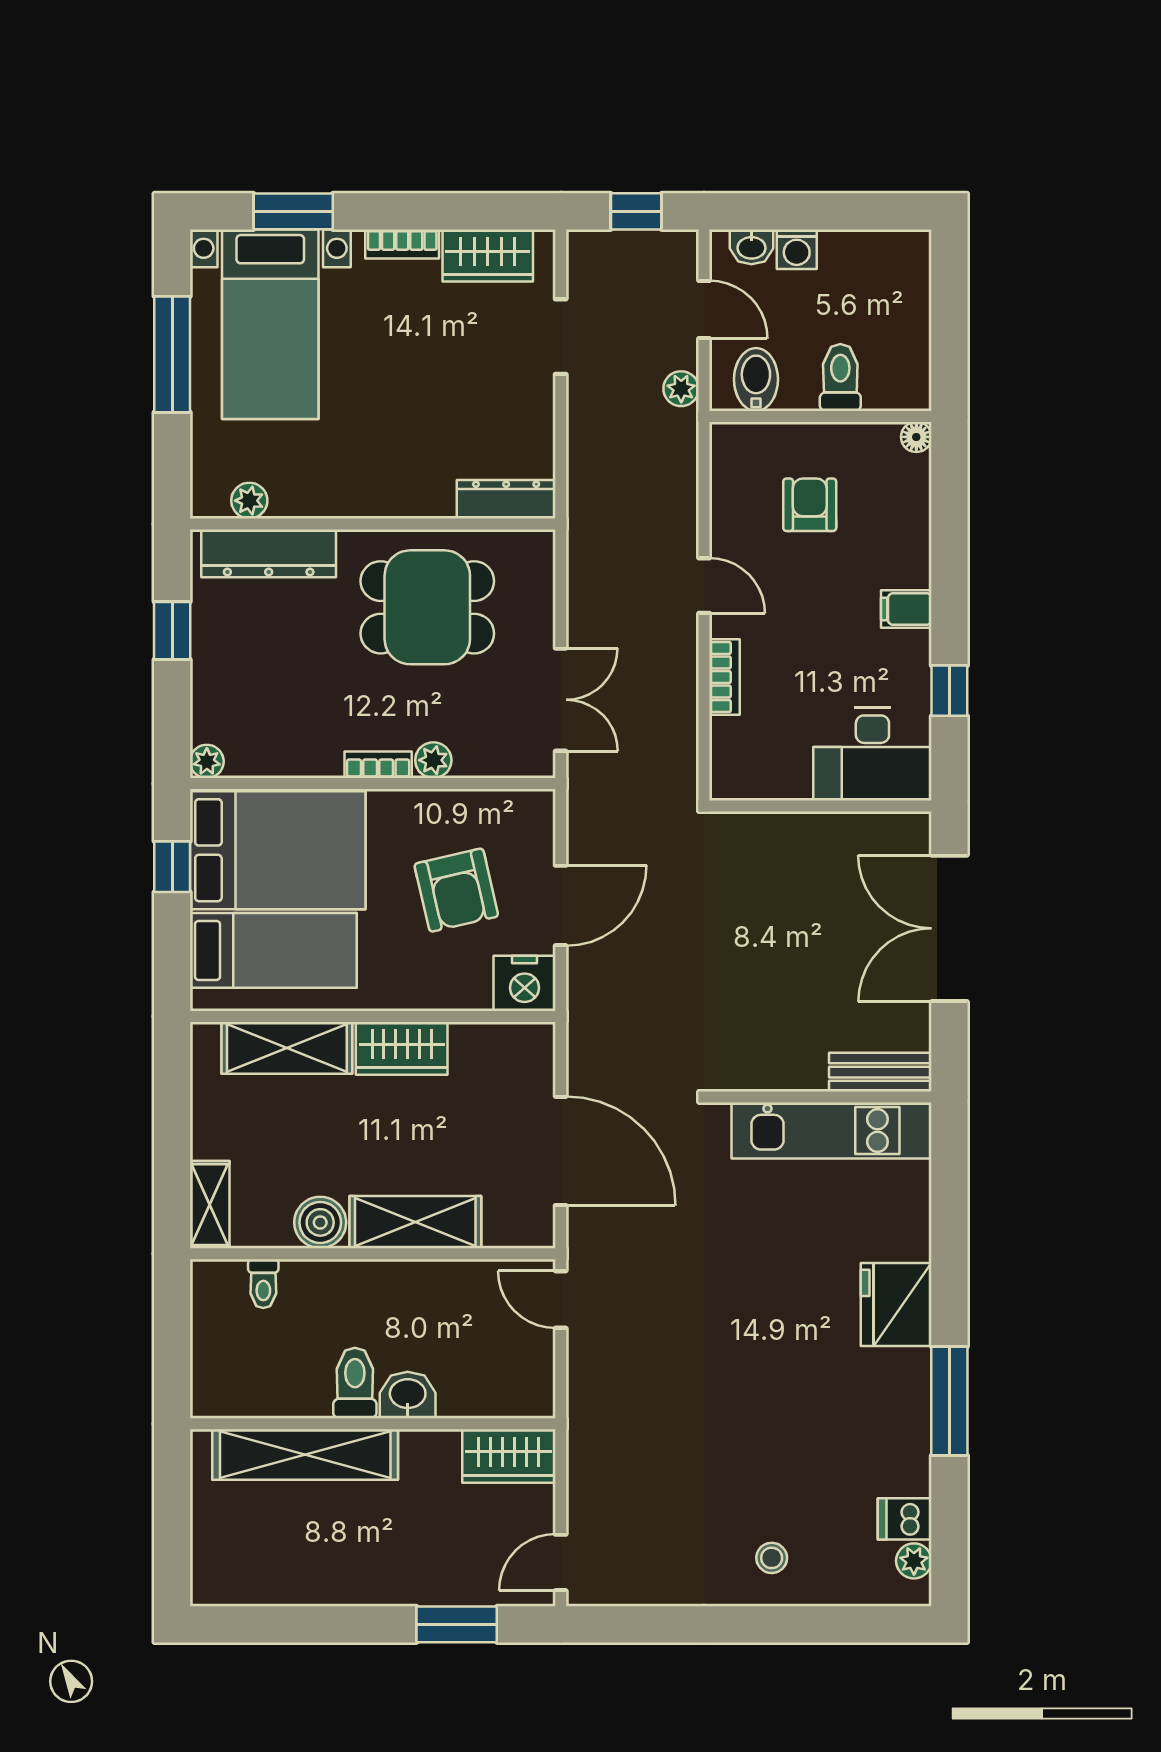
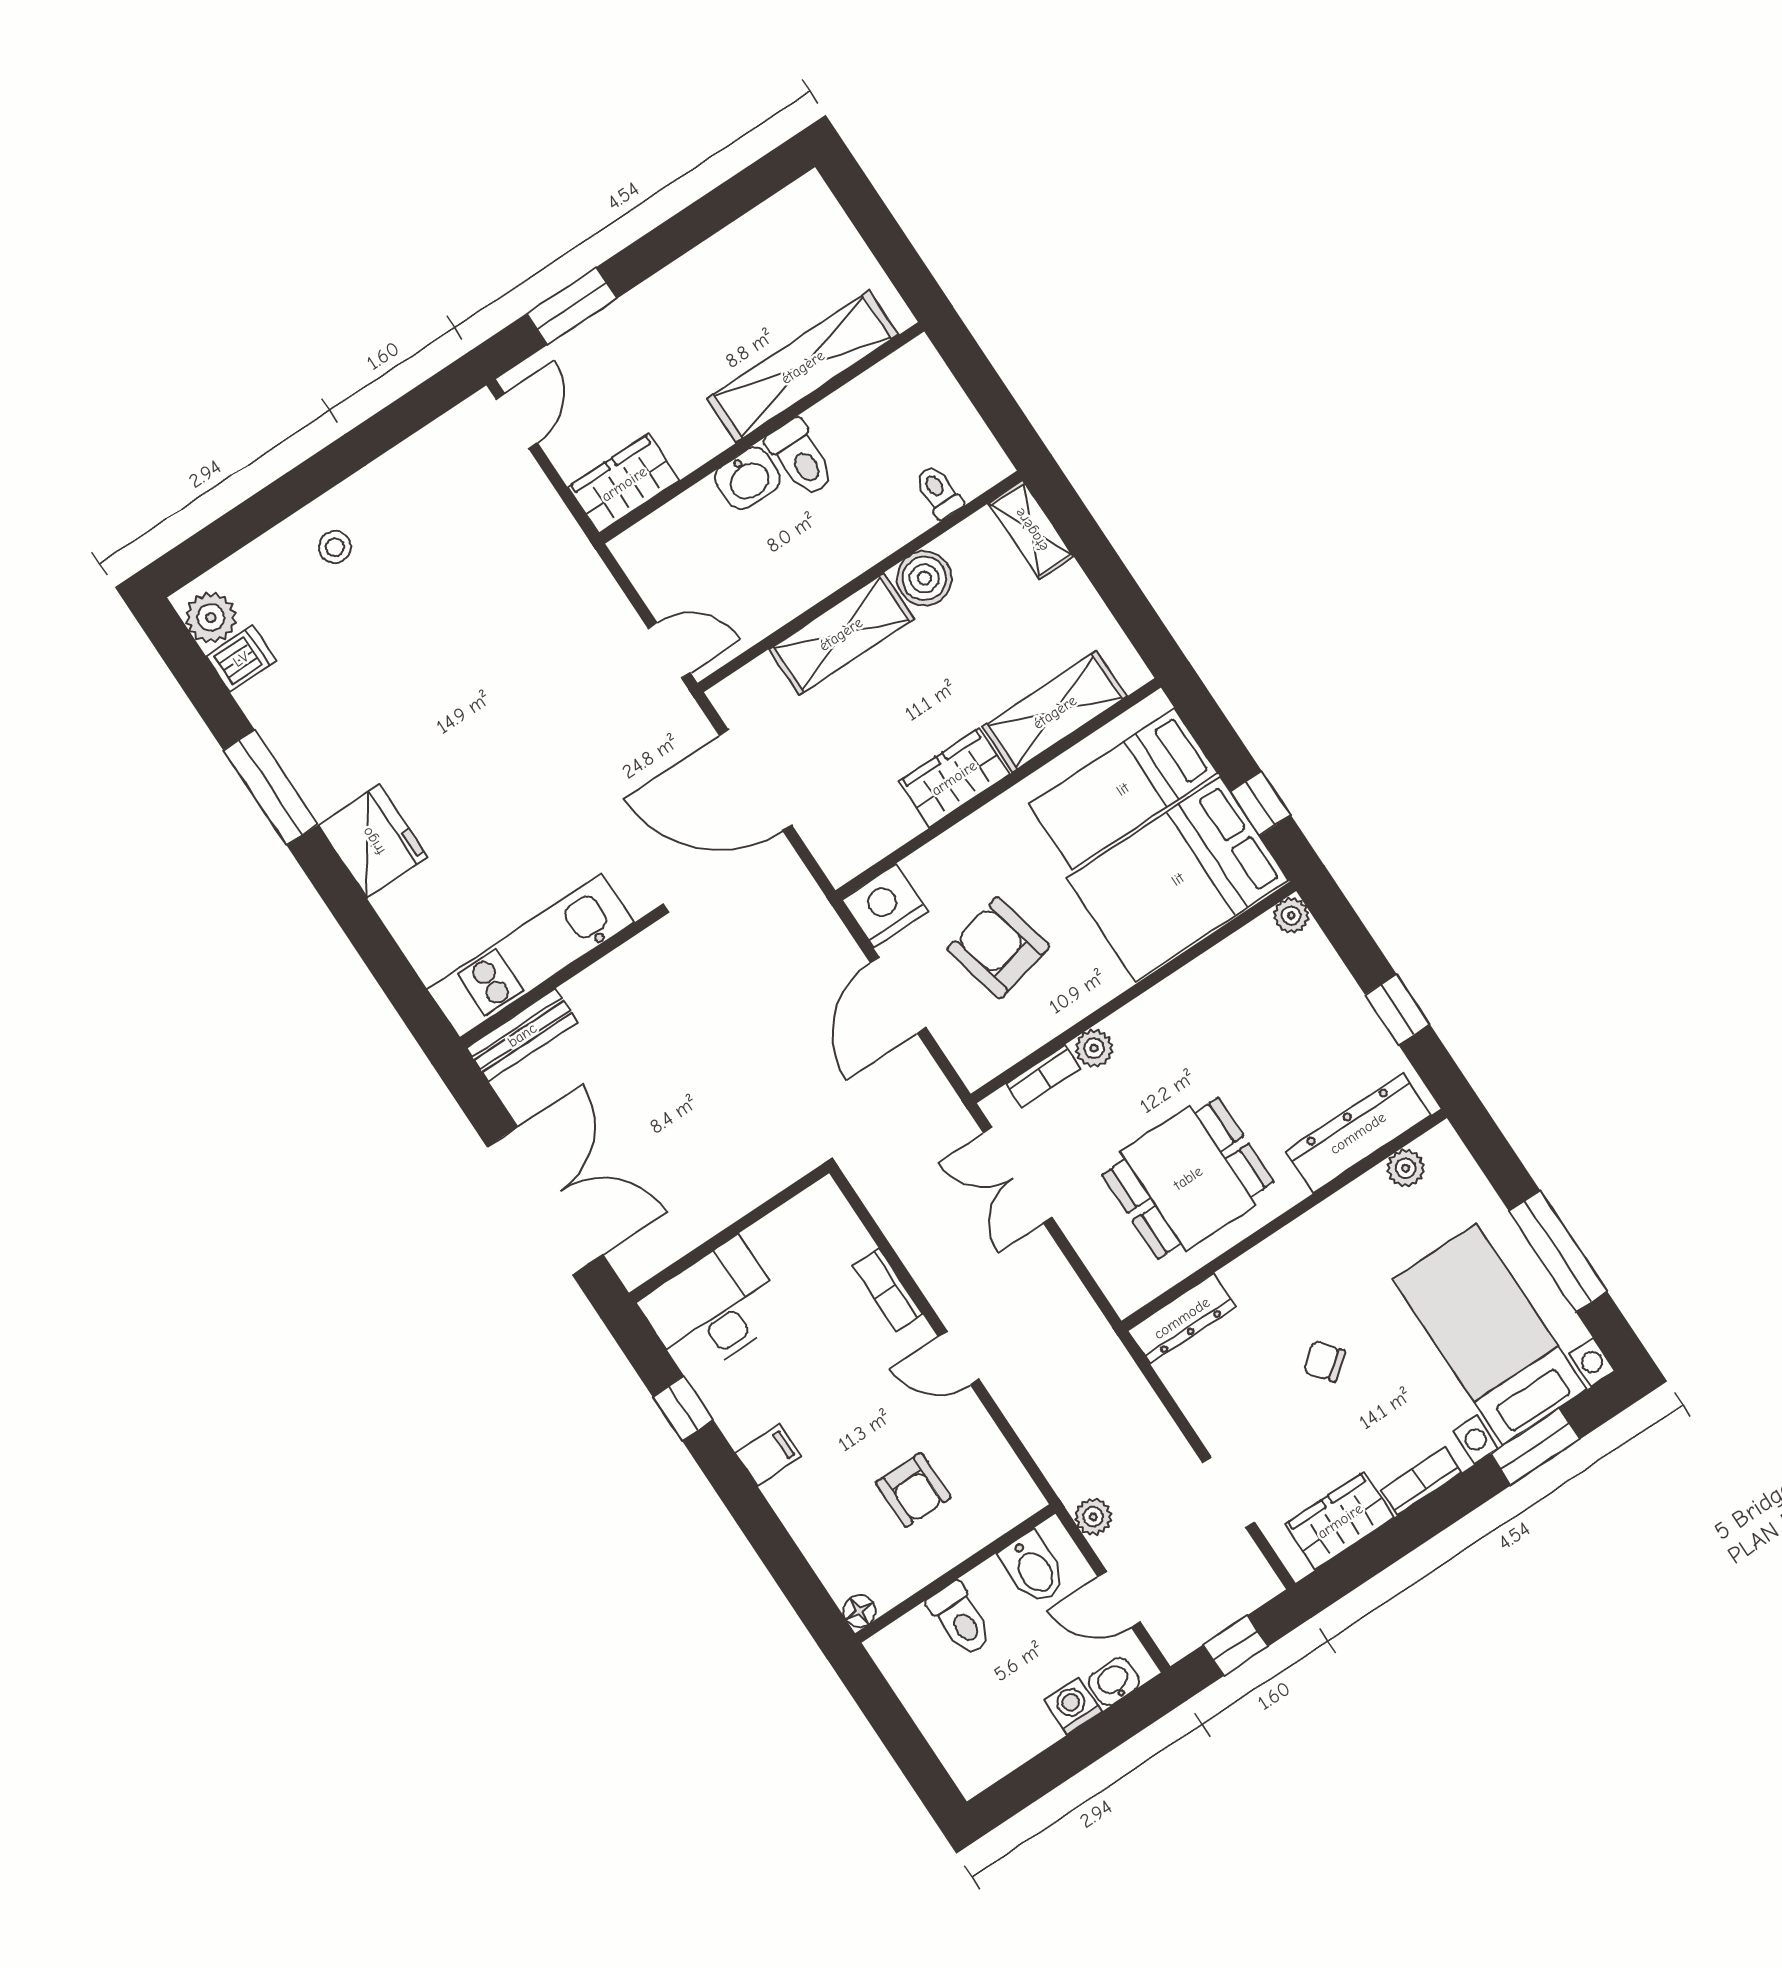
chair: (416, 390) -> (1324, 1361), added
bookcase: (378, 765) -> (1043, 1076), moved
plant: (914, 1561) -> (211, 618), width x1.38, depth x1.38

